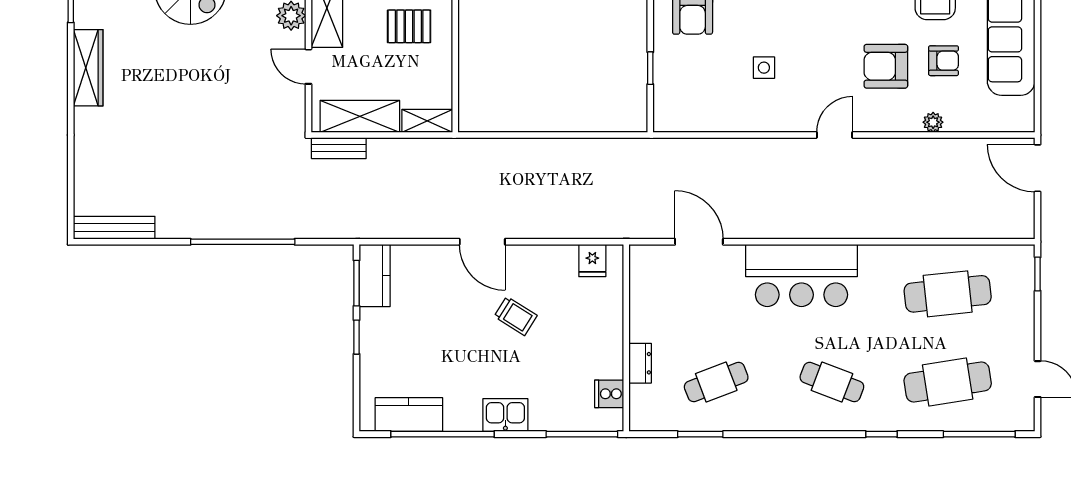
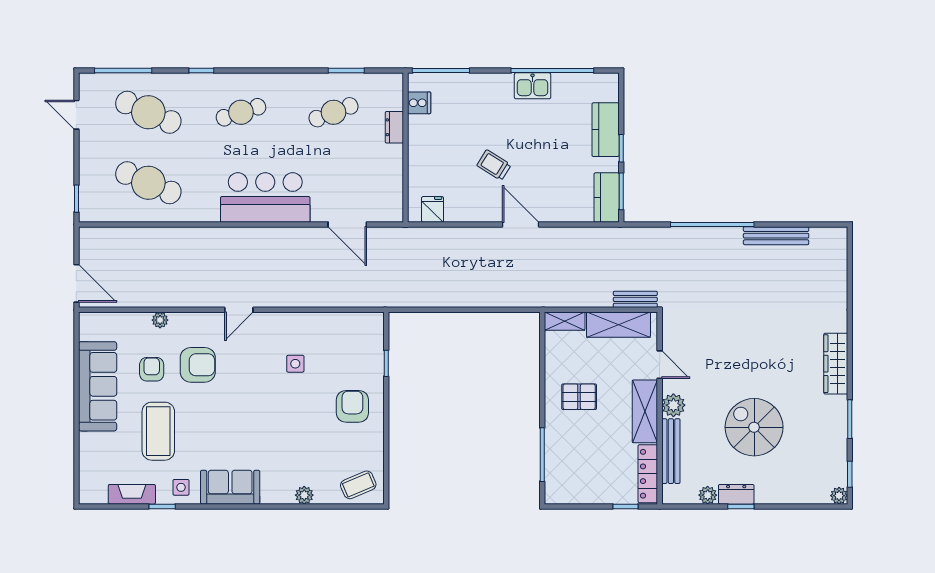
armchair: (944, 61) -> (152, 369), turned 90
bench: (114, 228) -> (776, 236), moved
cafe table: (948, 294) -> (148, 183), turned 30
cafe table: (832, 382) -> (241, 112), turned -39
cafe table: (948, 382) -> (148, 112), turned 33
kitchen counter: (409, 415) -> (606, 130), moved, turned 90
kitchen sink: (505, 415) -> (533, 86), moved

